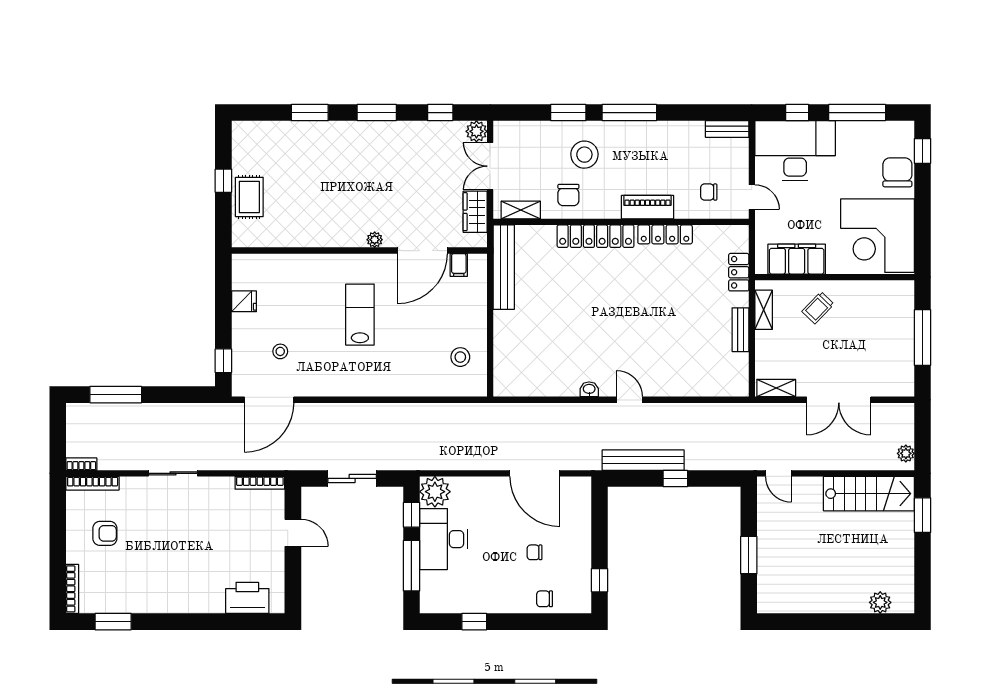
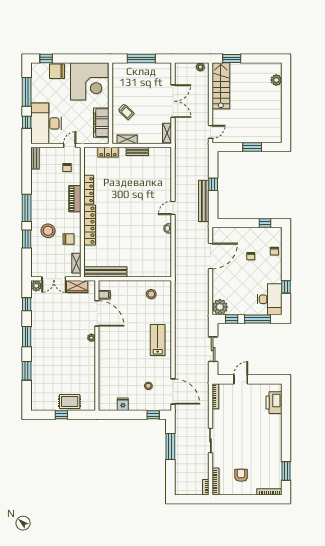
lab bench: (360, 315) -> (158, 340), moved, turned 90
window: (116, 395) -> (170, 447), moved
desk: (444, 539) -> (270, 299), moved, turned -90

